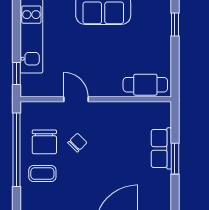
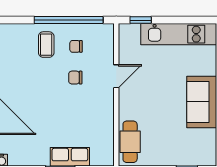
chair: (44, 142) -> (76, 46), width x0.54, depth x0.54
chair: (77, 143) -> (75, 78), turned 135

